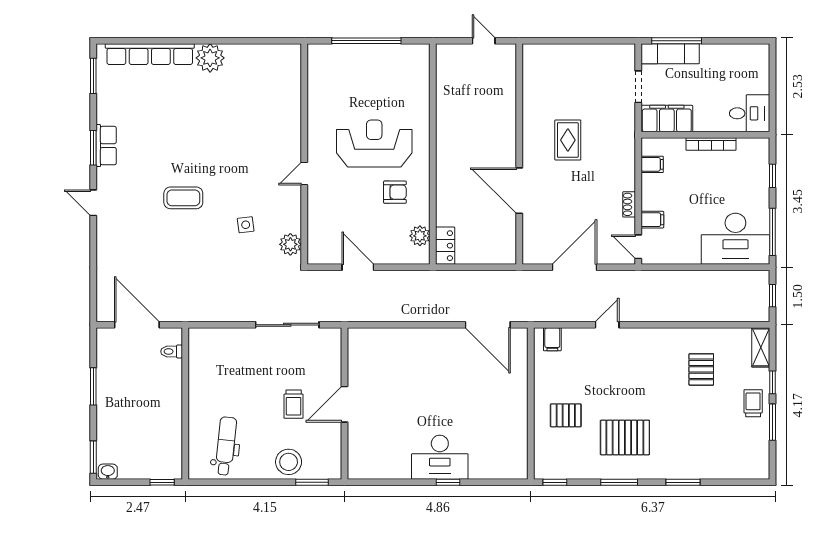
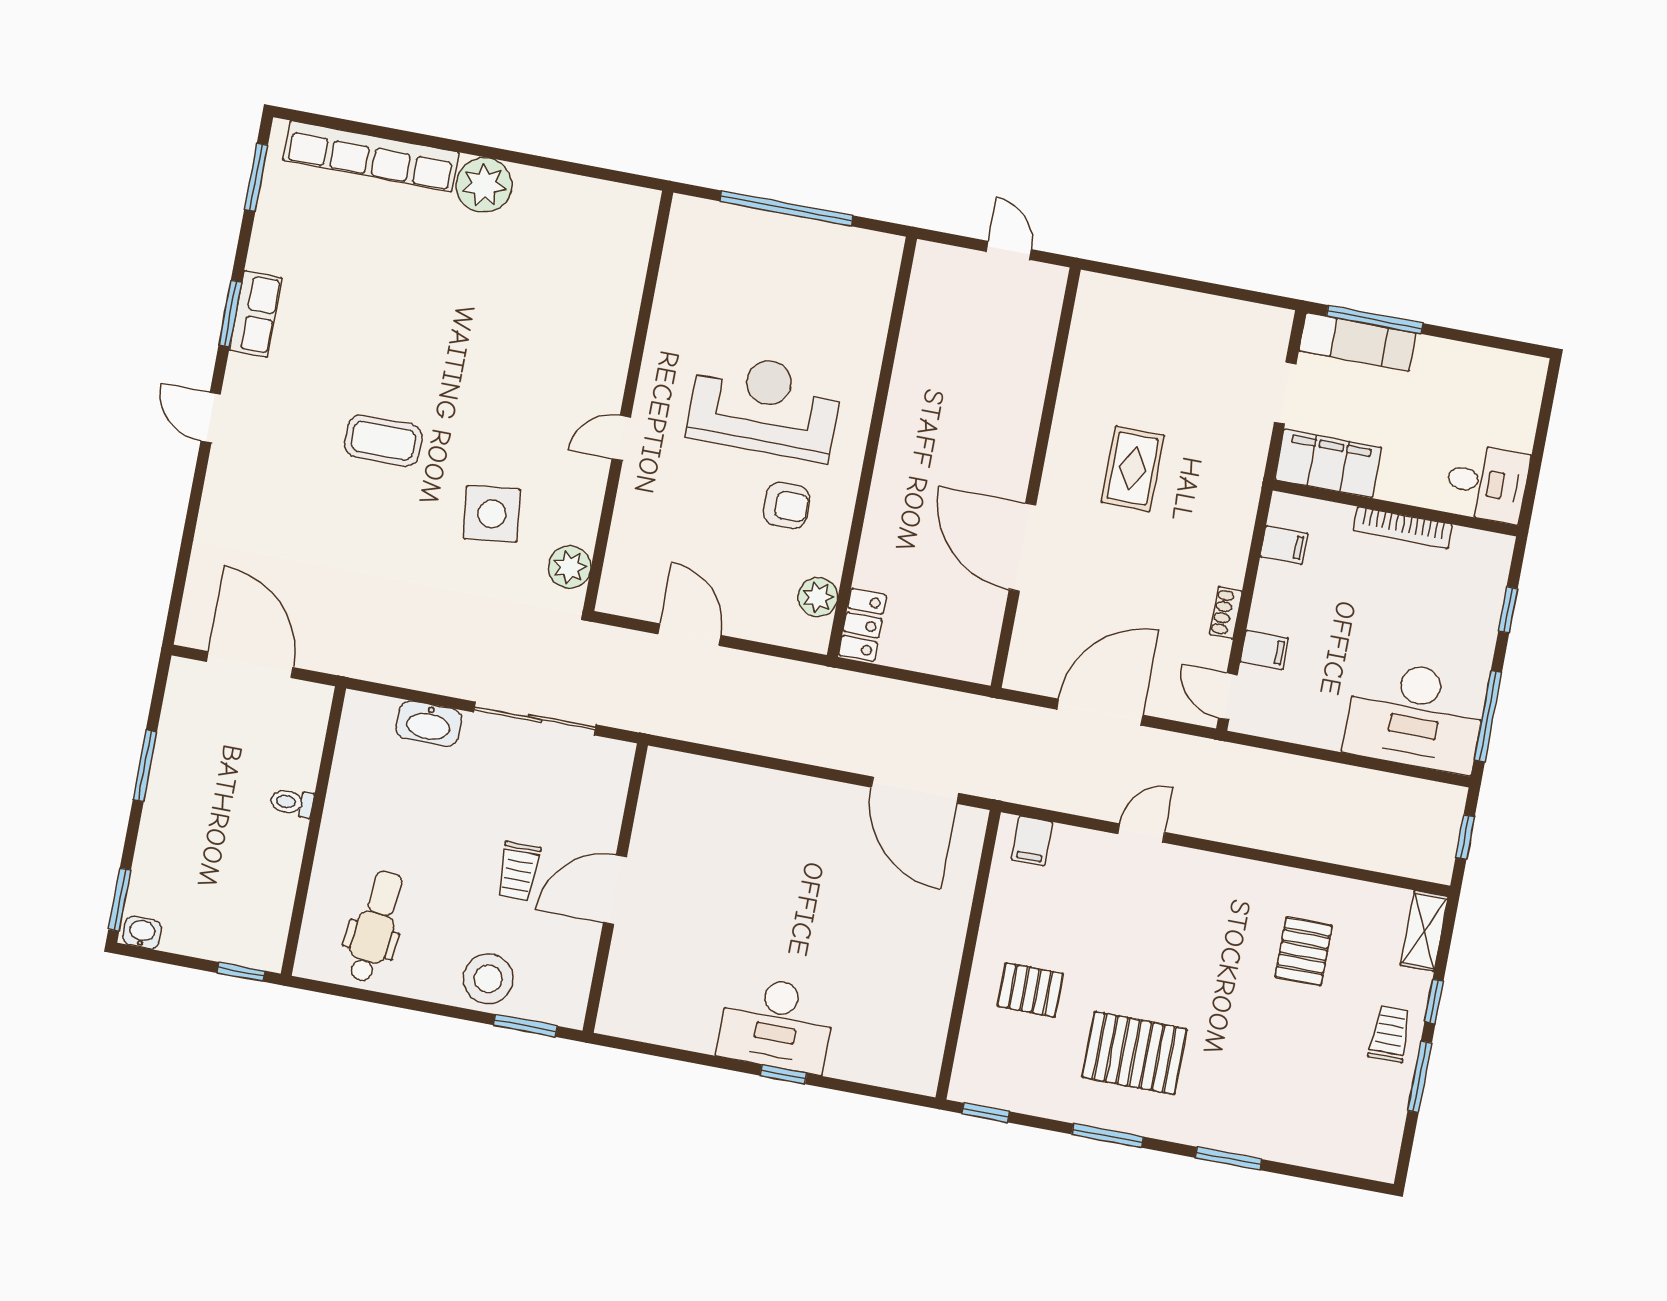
side table: (246, 225) -> (492, 514), width x1.87, depth x1.87
washbasin: (234, 338) -> (429, 724), added
toilet: (172, 351) -> (292, 803), moved

